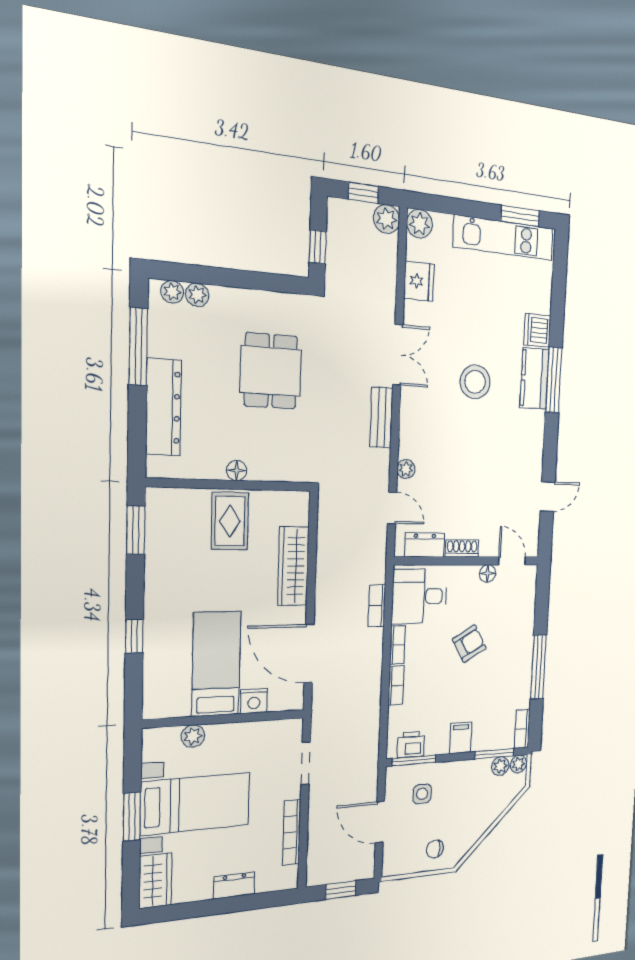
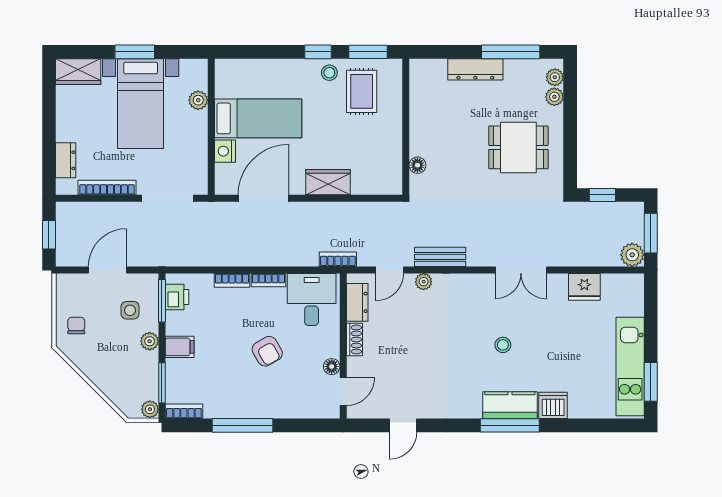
window: (363, 193) -> (651, 233), width x1.50
plant: (420, 224) -> (632, 285), removed
dining table: (271, 371) -> (518, 147), moved
stool: (475, 382) -> (503, 345), width x0.53, depth x0.53
dresser: (164, 407) -> (475, 69), width x0.73, depth x0.80
bench: (381, 417) -> (440, 257), moved
floor lamp: (237, 471) -> (417, 165), moved
door: (548, 497) -> (403, 425), hinge flipped
rug: (230, 521) -> (362, 91), moved, turned 90
wardrobe: (293, 566) -> (328, 182), width x0.67
stool: (162, 578) -> (329, 73), added
bookcase: (377, 606) -> (338, 259), moved
window: (134, 636) -> (318, 52), moved
doorway: (306, 763) -> (167, 198), width x1.38
plant: (500, 766) -> (150, 341), moved
dresser: (234, 885) -> (66, 160), moved

